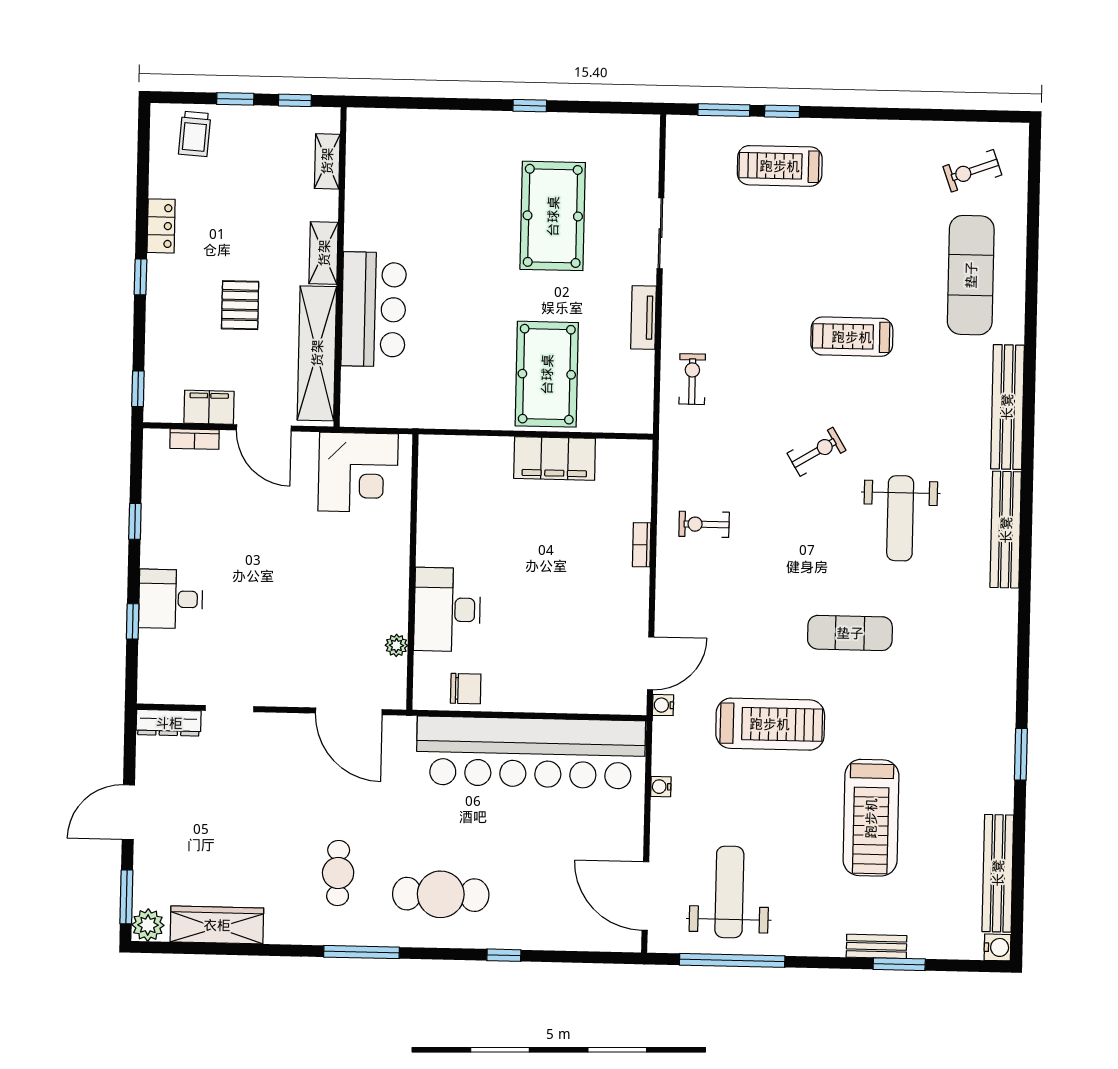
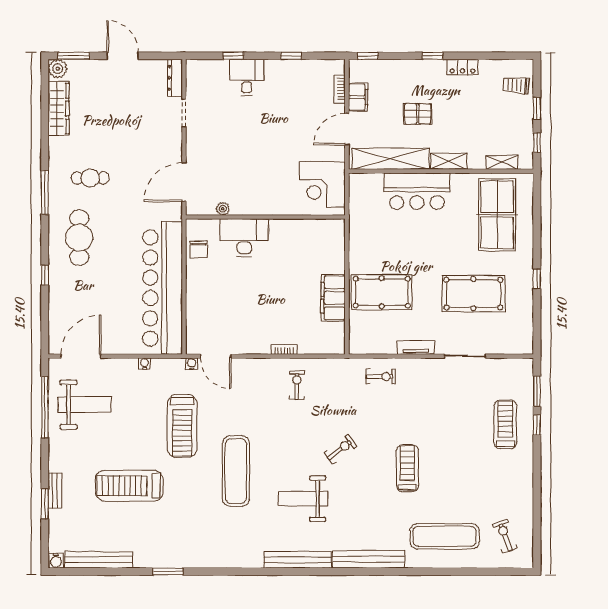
table tennis table: (417, 172) -> (497, 215), added
exercise bike: (816, 452) -> (340, 449), turned -96
exercise mat: (850, 633) -> (236, 471), width x1.36, depth x1.45

